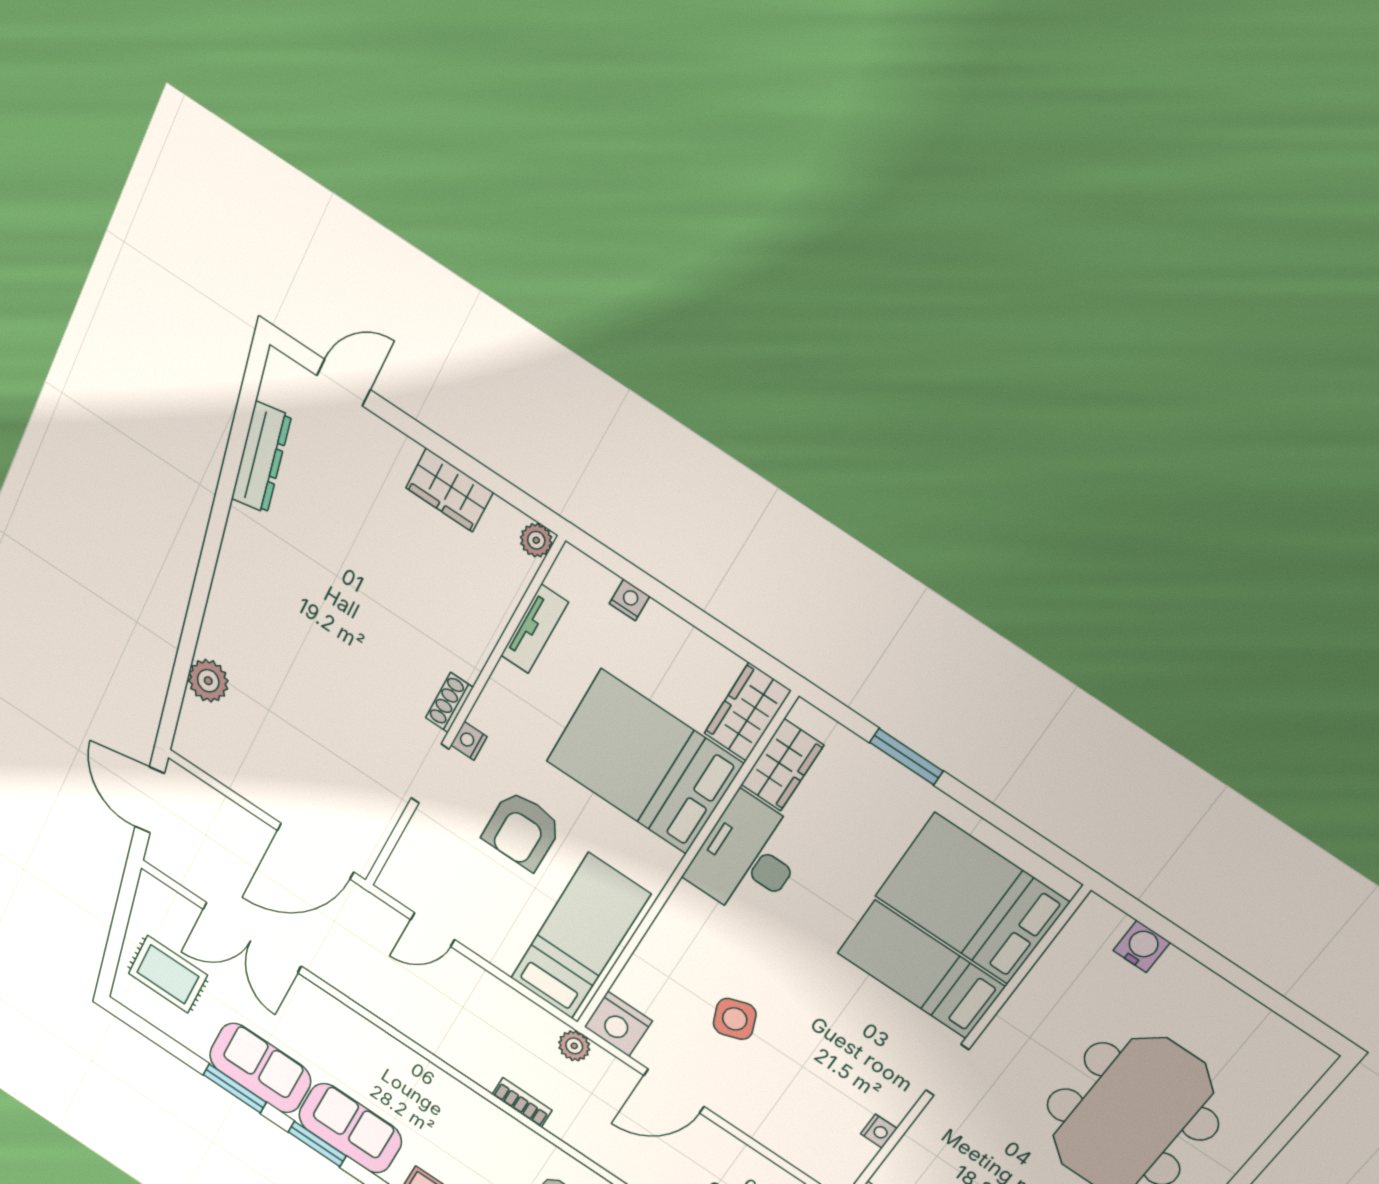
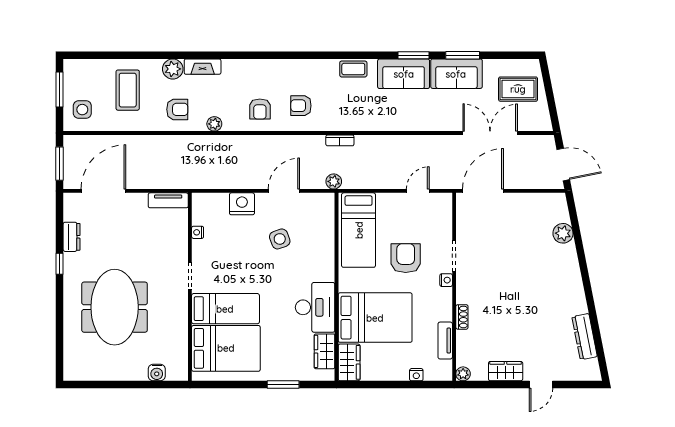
door: (344, 383) -> (541, 385), moved
shoe rack: (449, 703) -> (462, 317), moved
nightstand: (618, 1024) -> (242, 204), moved

